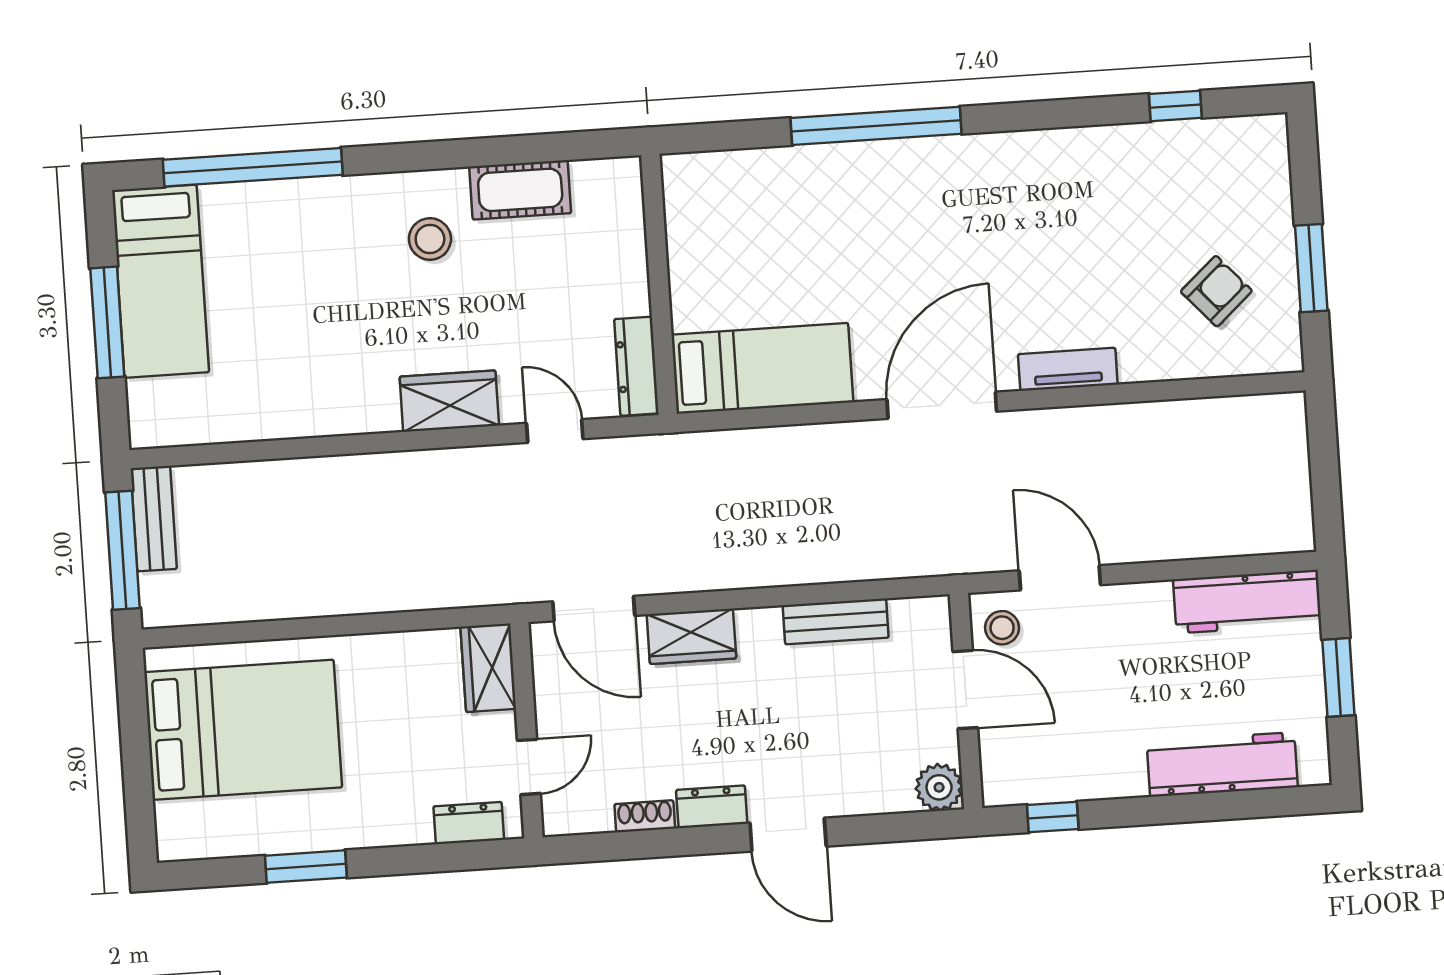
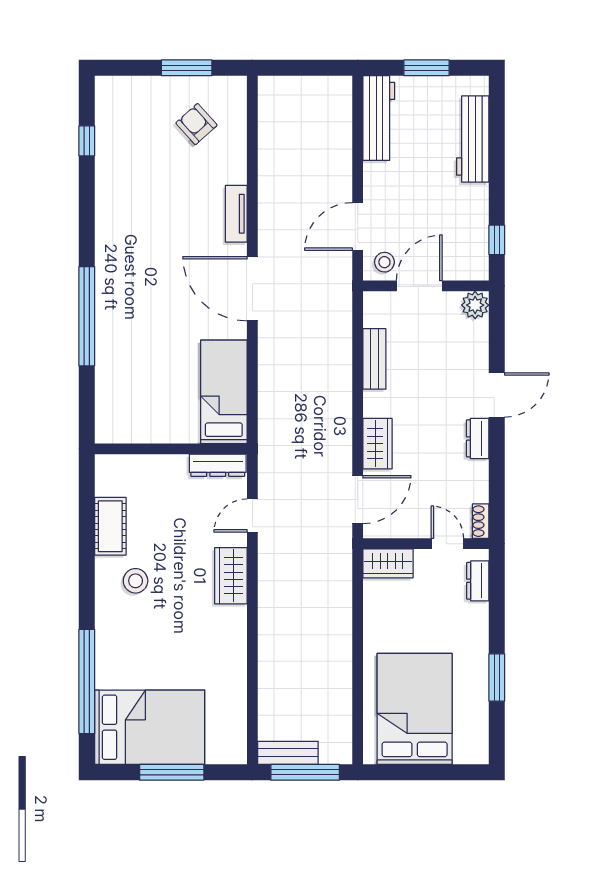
bed: (161, 281) -> (150, 727), width x1.50
shoe rack: (645, 816) -> (481, 521), moved

